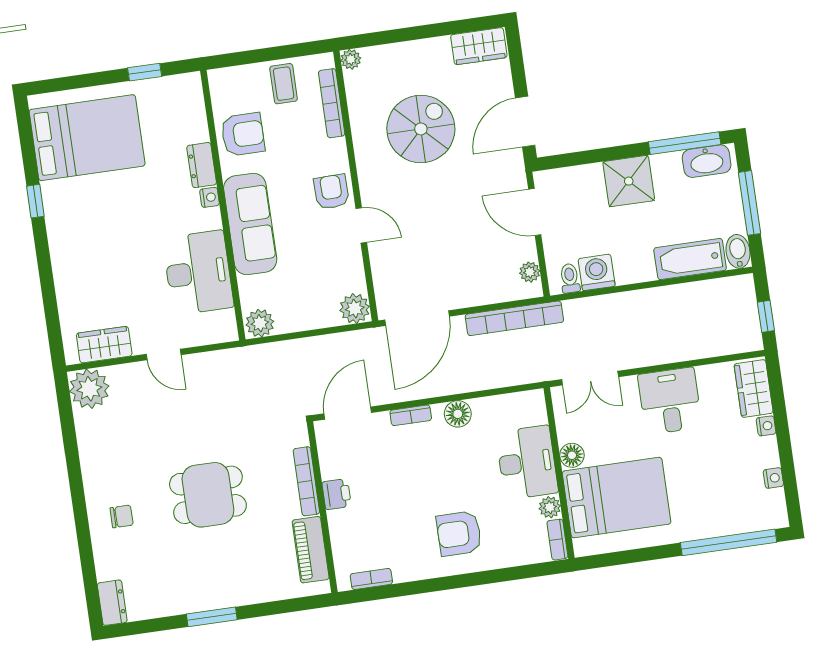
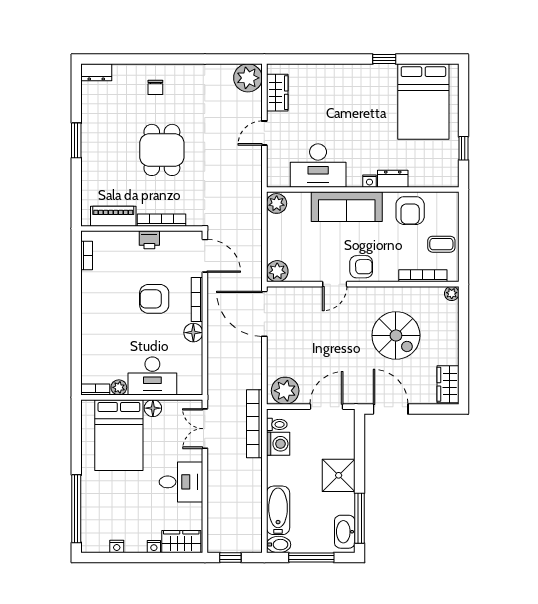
plant: (530, 272) -> (285, 391), width x1.87, depth x1.87
bookcase: (514, 318) -> (254, 424), moved
bookcase: (411, 415) -> (197, 300), width x1.56
armchair: (459, 533) -> (154, 299), moved, turned -90

